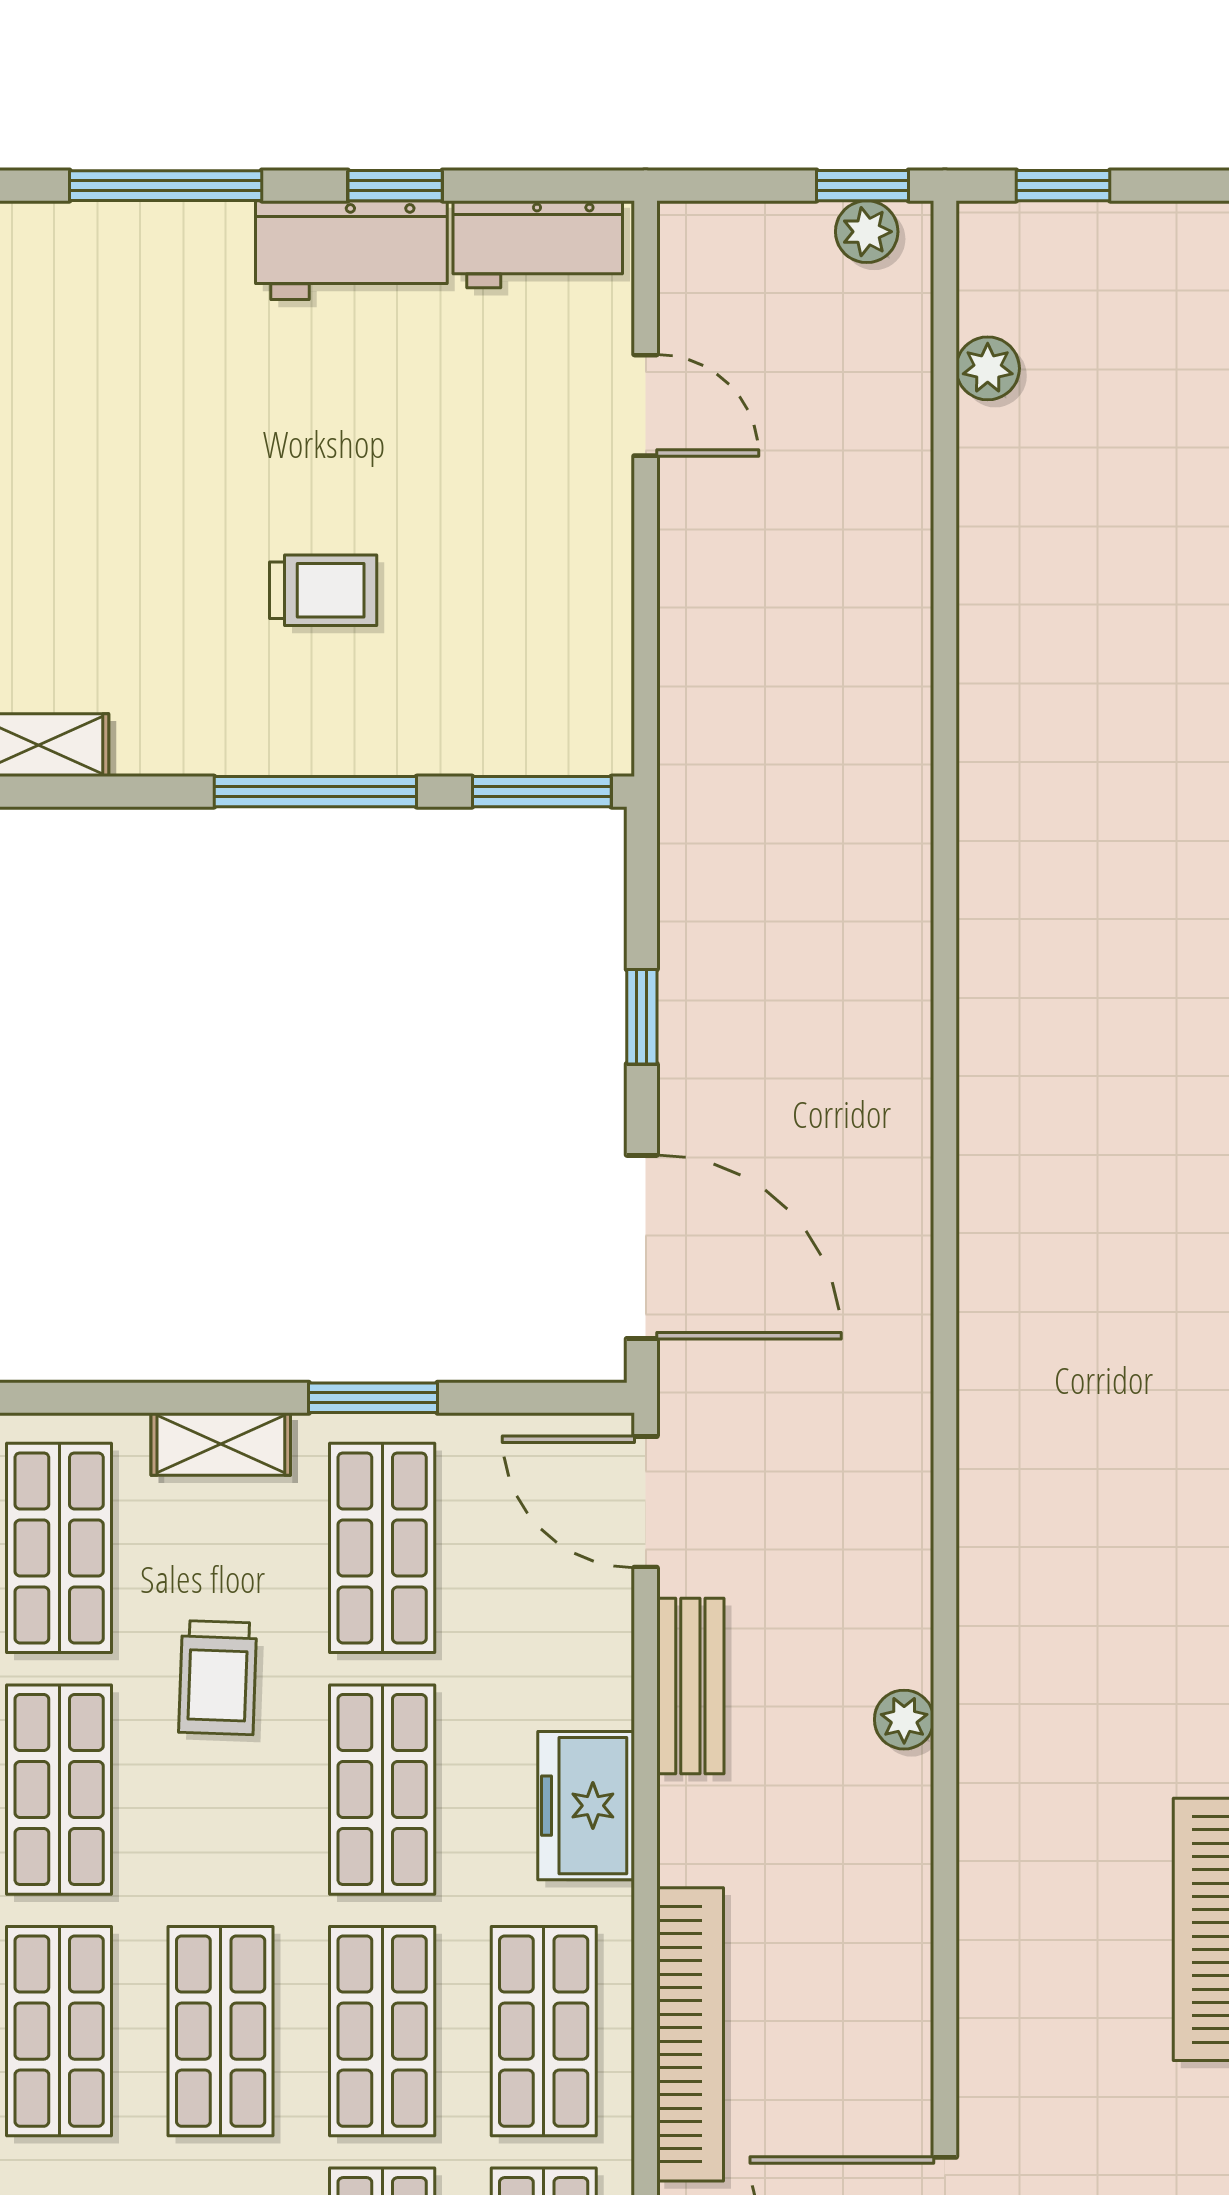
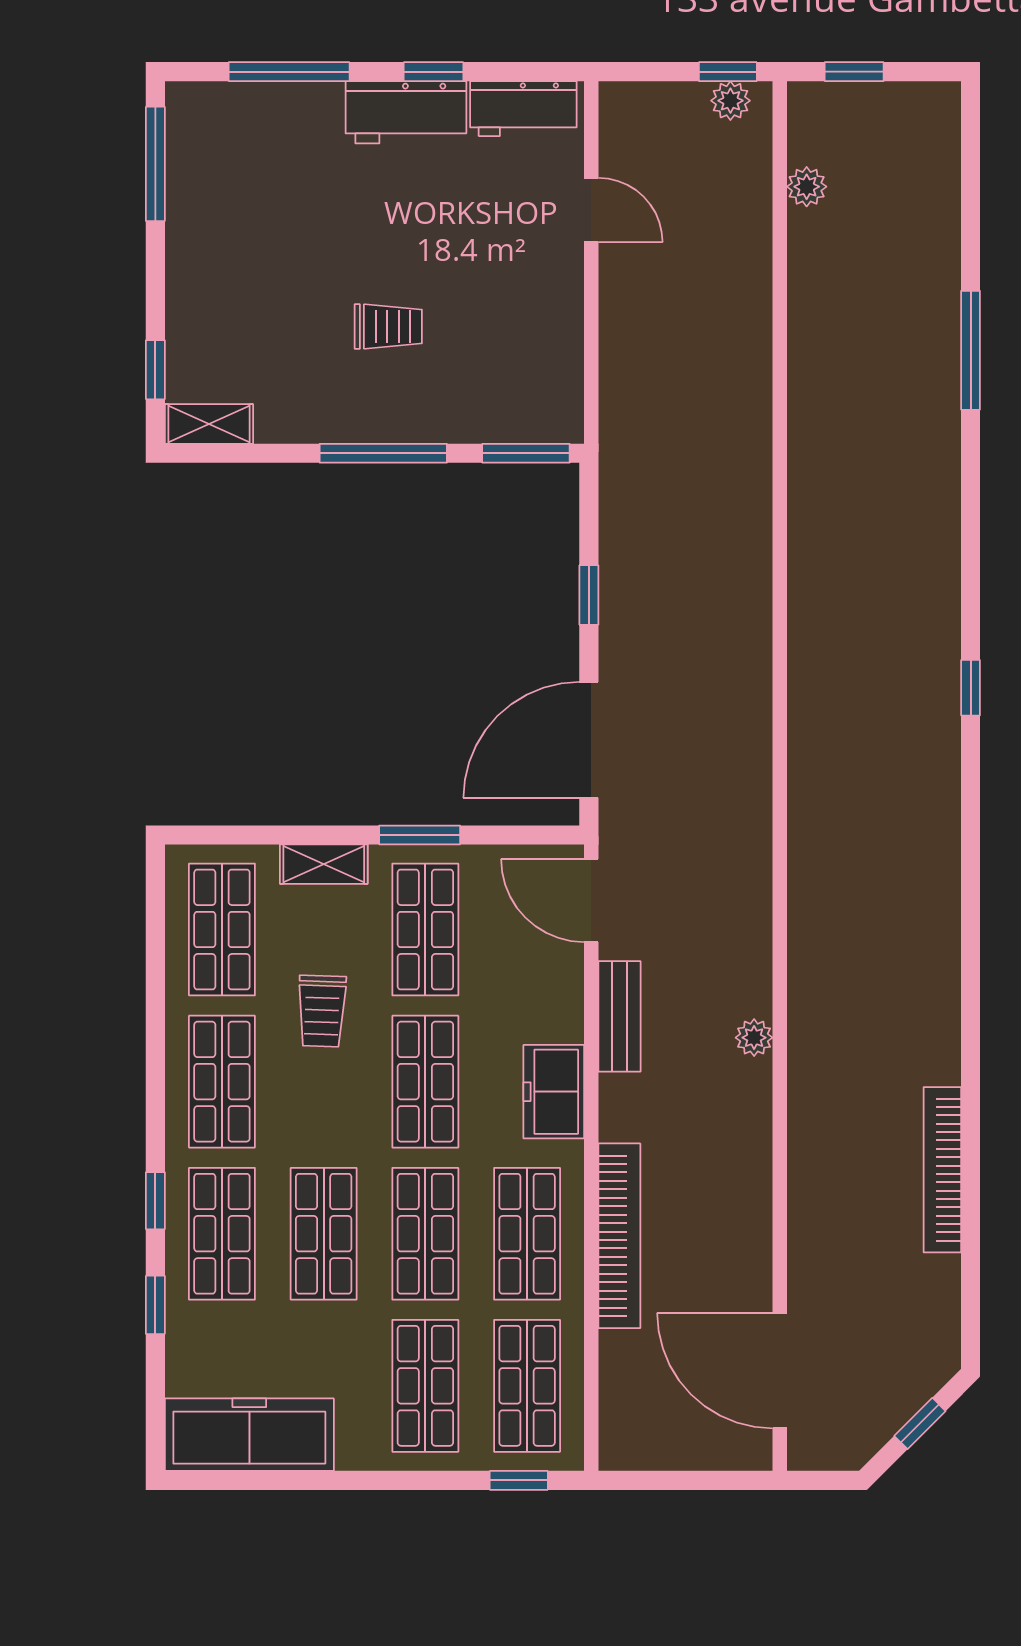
door: (642, 1247) -> (589, 740), swing flipped

